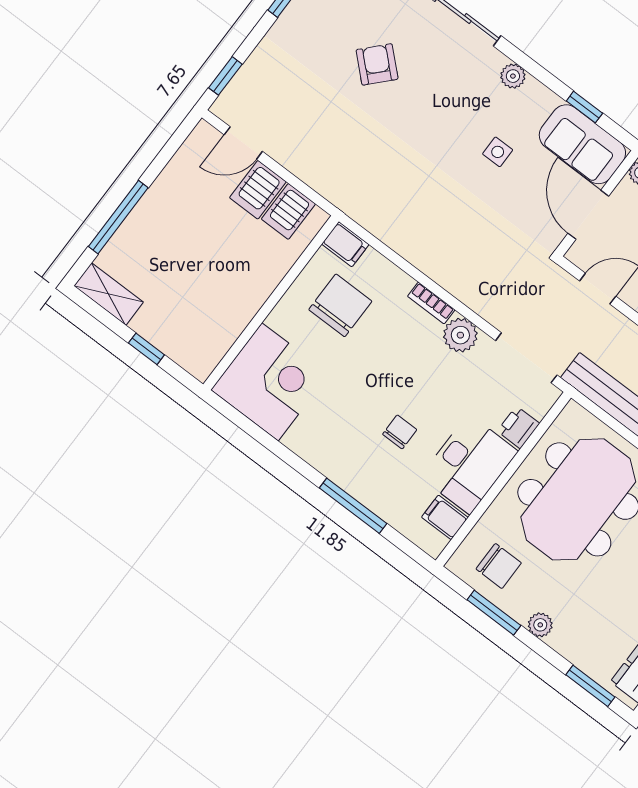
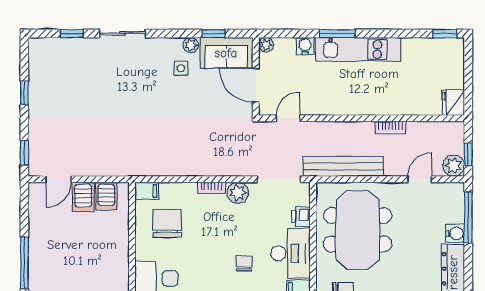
armchair: (377, 64) -> (95, 90), removed
plant: (513, 76) -> (191, 45), moved
side table: (498, 152) -> (181, 68), moved

